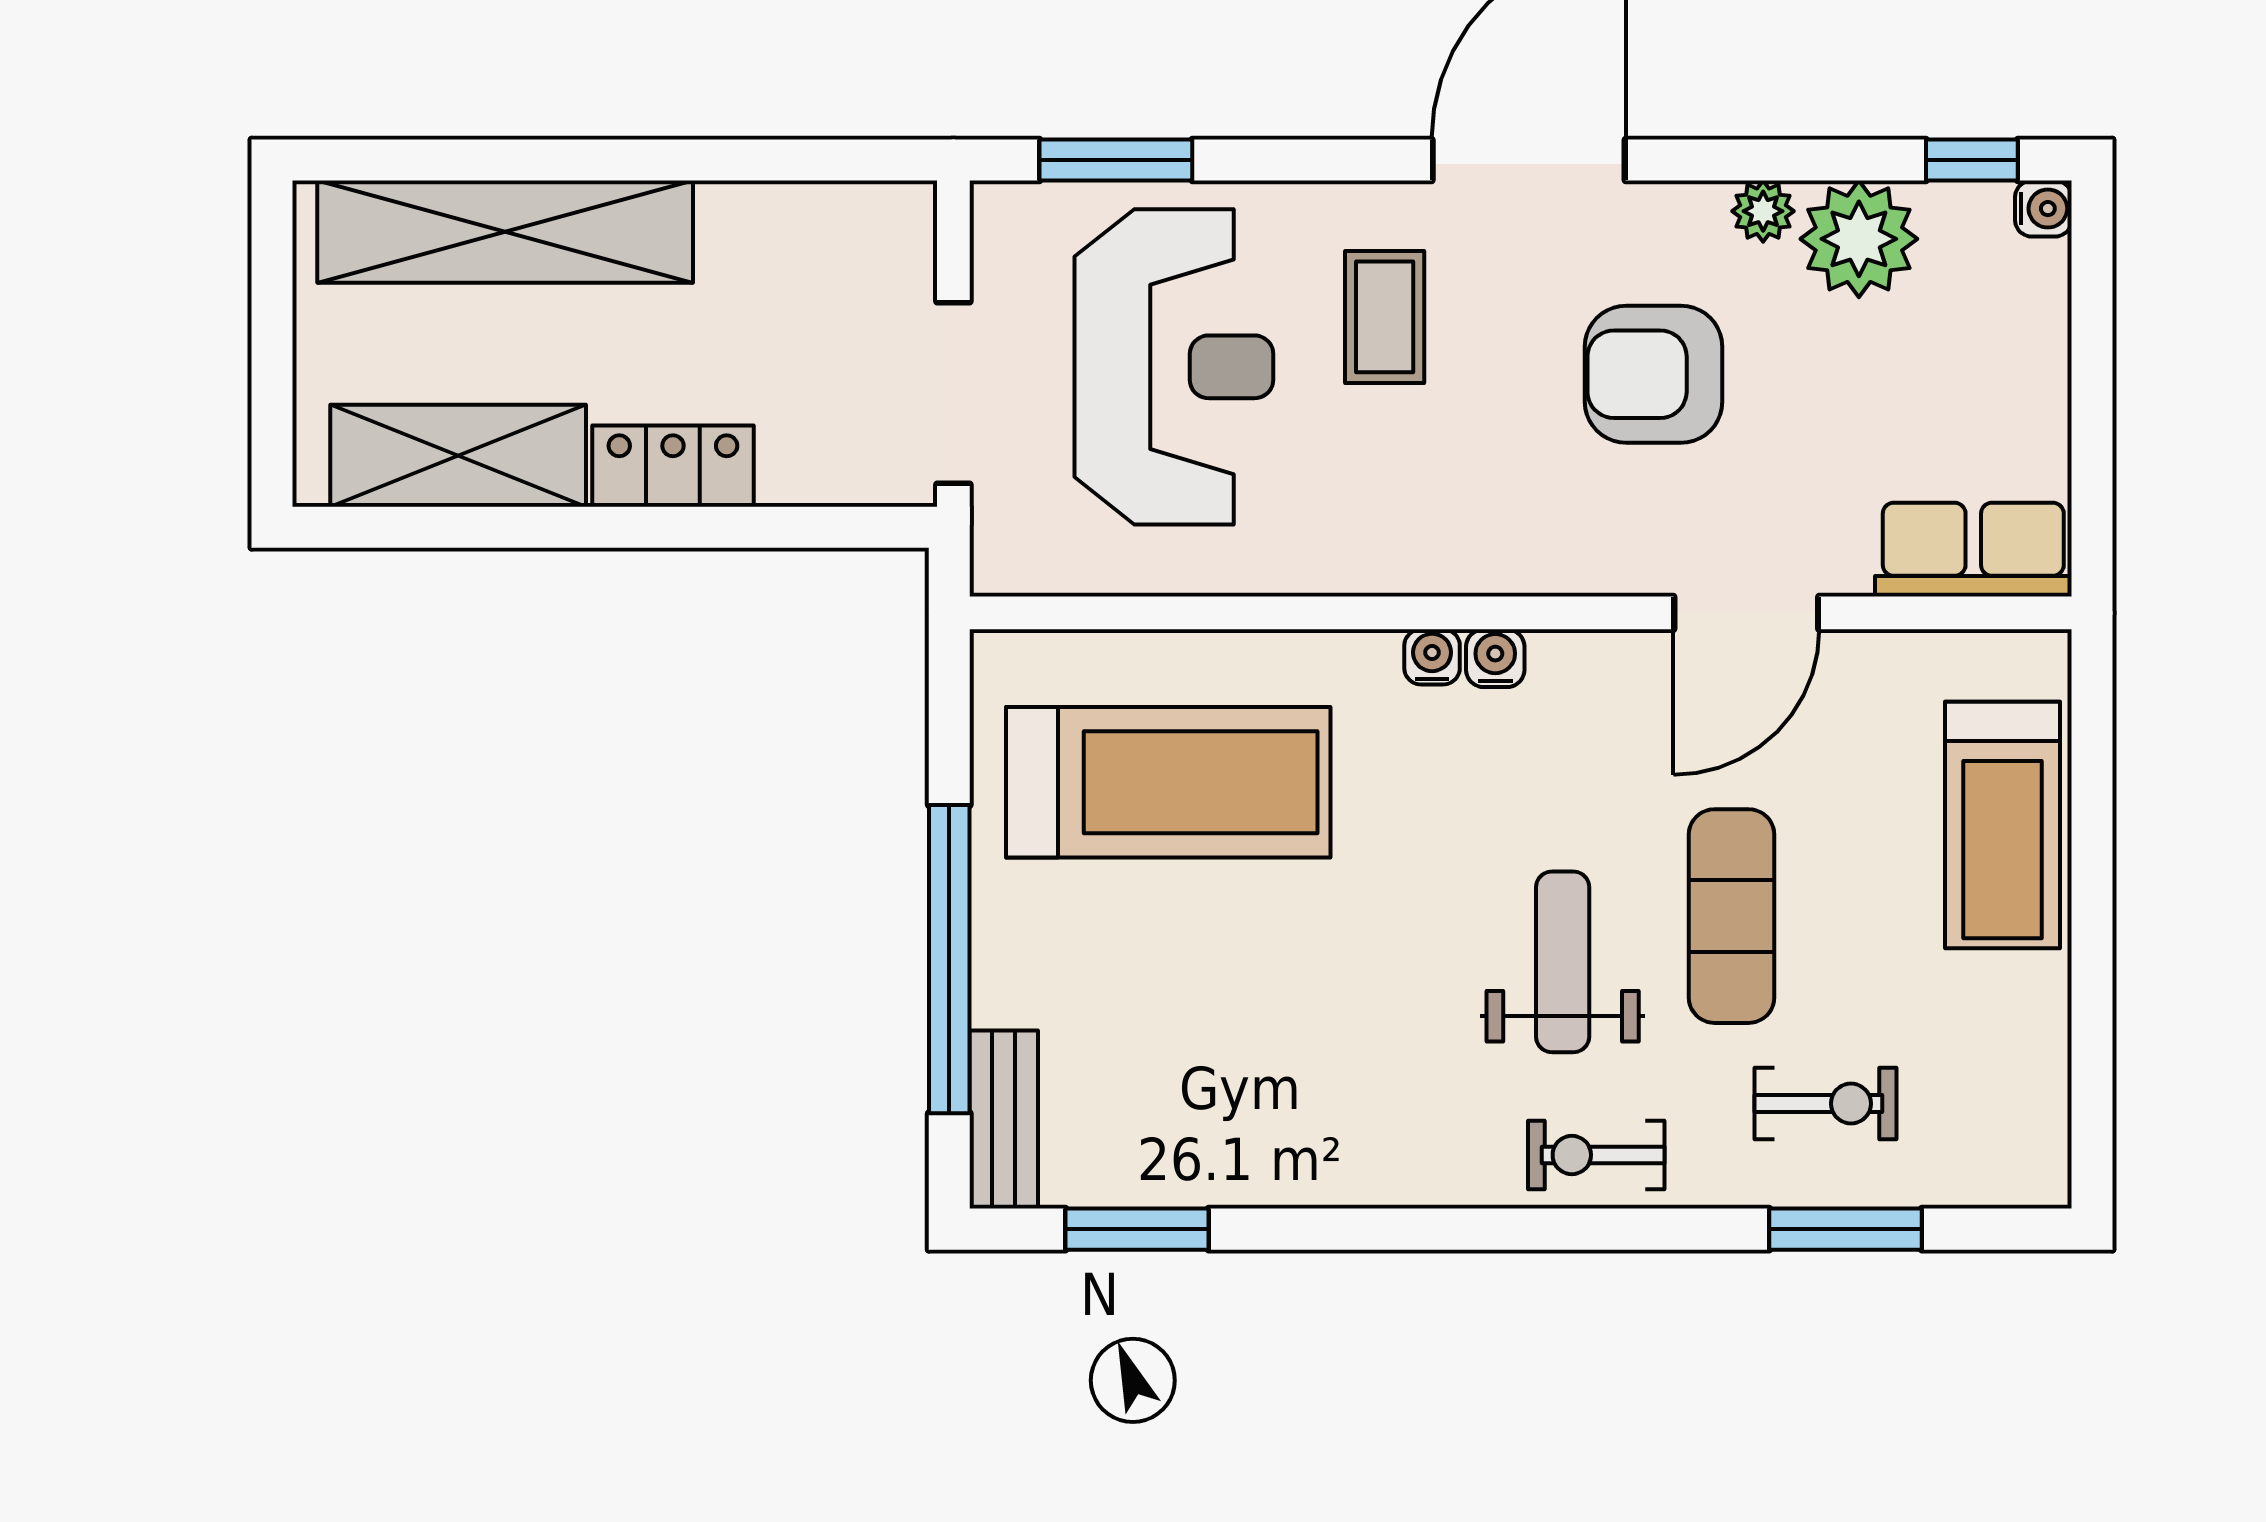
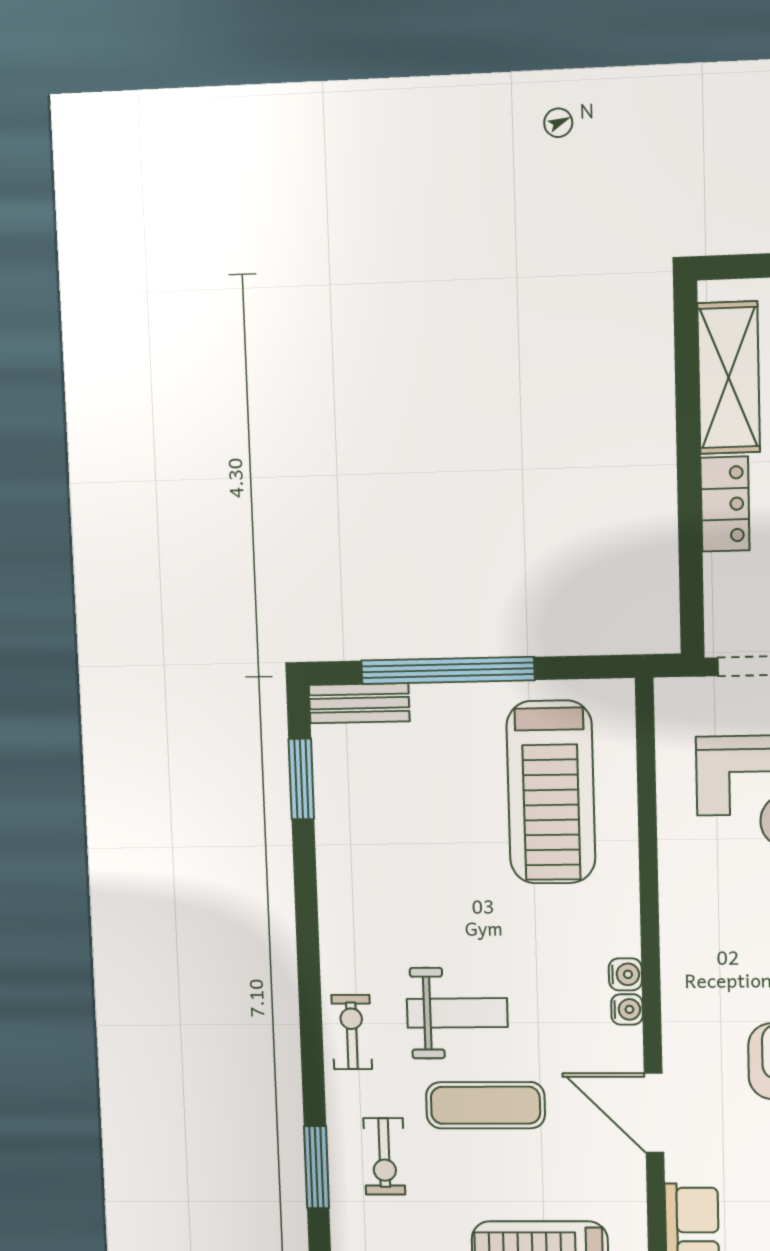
water cooler: (1432, 657) -> (627, 1009), moved

